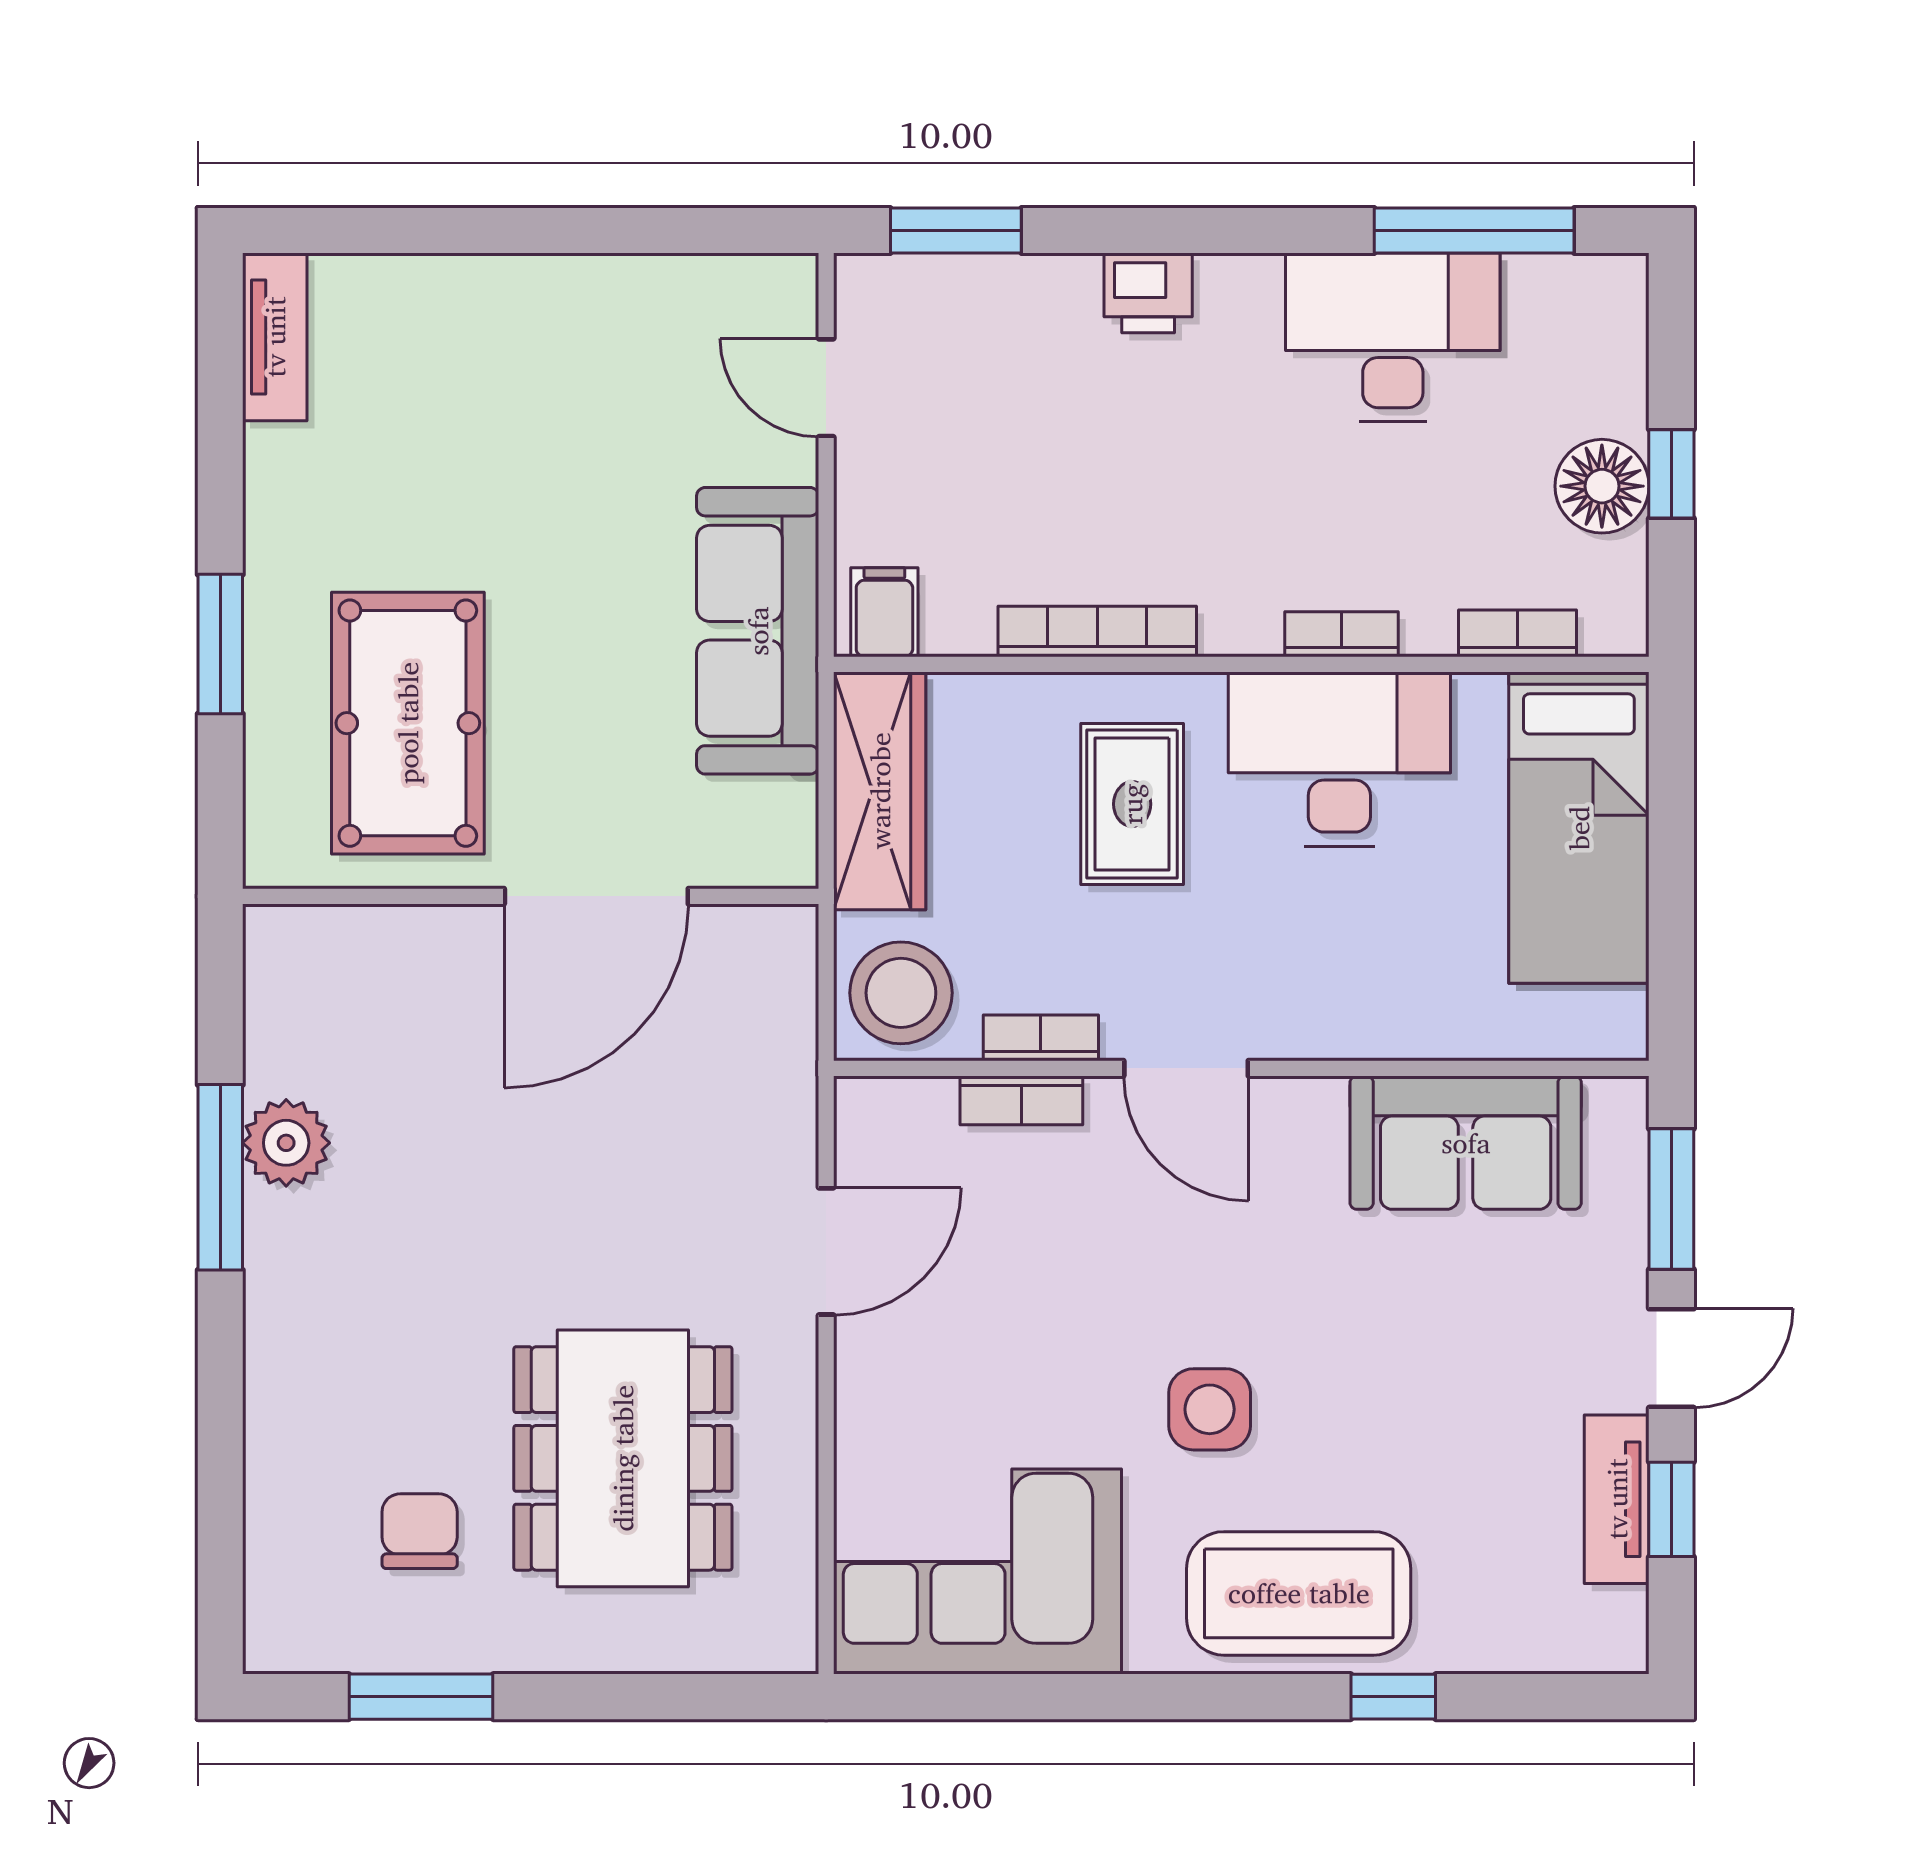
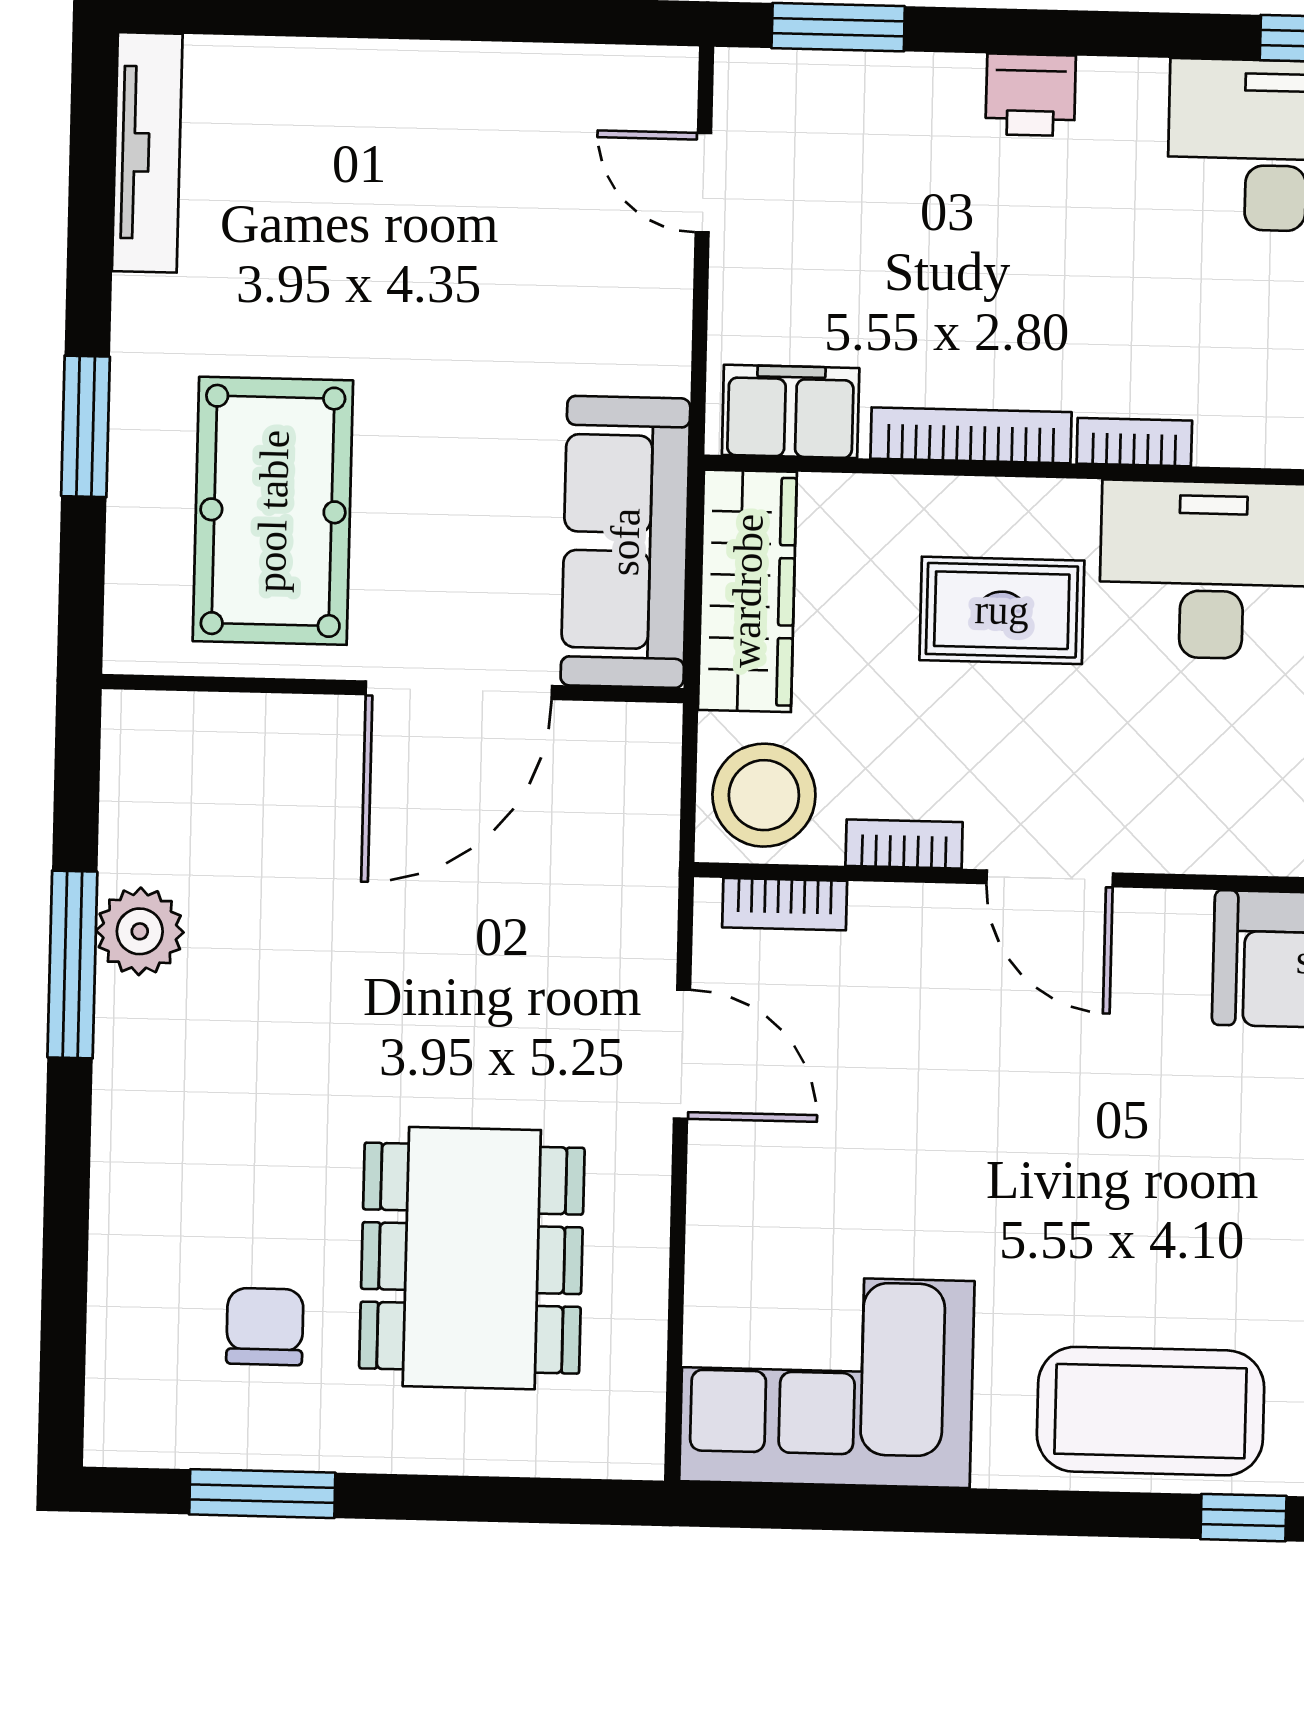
tv unit: (275, 337) -> (147, 152), width x1.41
filing cabinet: (884, 612) -> (791, 411), width x2.00
sofa: (758, 631) -> (625, 542), moved
bookcase: (1342, 634) -> (1134, 442), moved
rug: (1132, 804) -> (1002, 610), turned 90
bookcase: (1021, 1100) -> (785, 904), moved
door: (826, 1251) -> (682, 1054), hinge flipped
side table: (1210, 1409) -> (1065, 1223), removed

